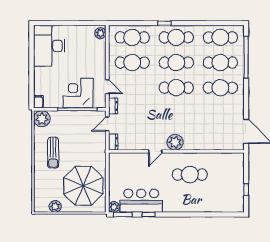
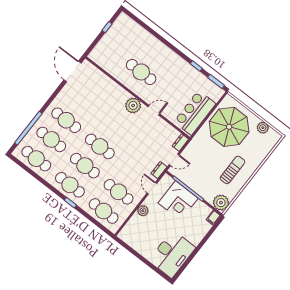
plant: (100, 33) -> (143, 211), moved
bar counter: (141, 201) -> (195, 113), moved, turned 90
plant: (114, 207) -> (218, 92), removed

